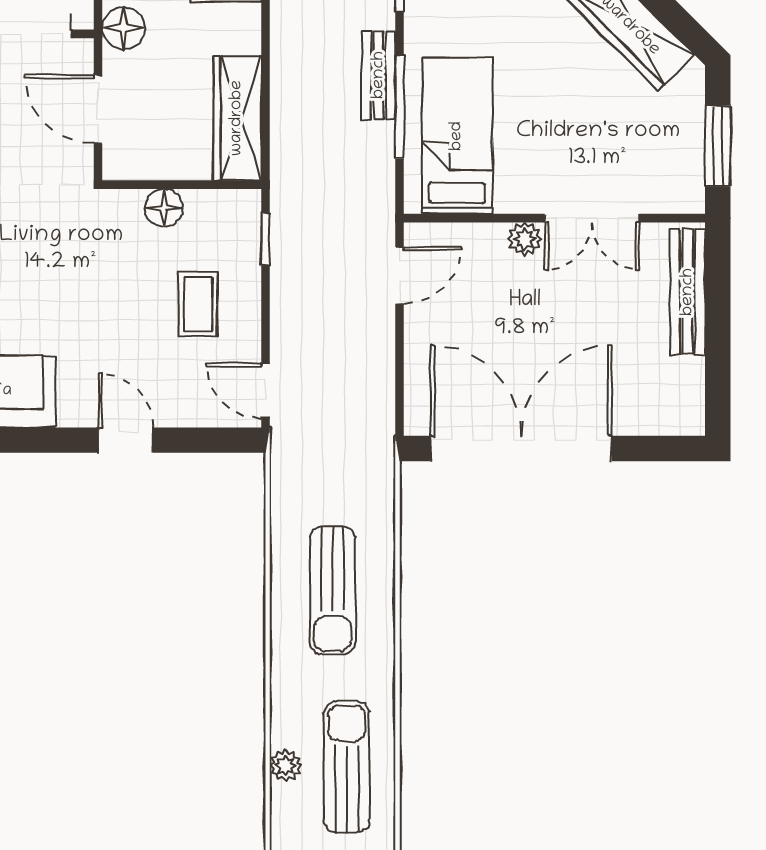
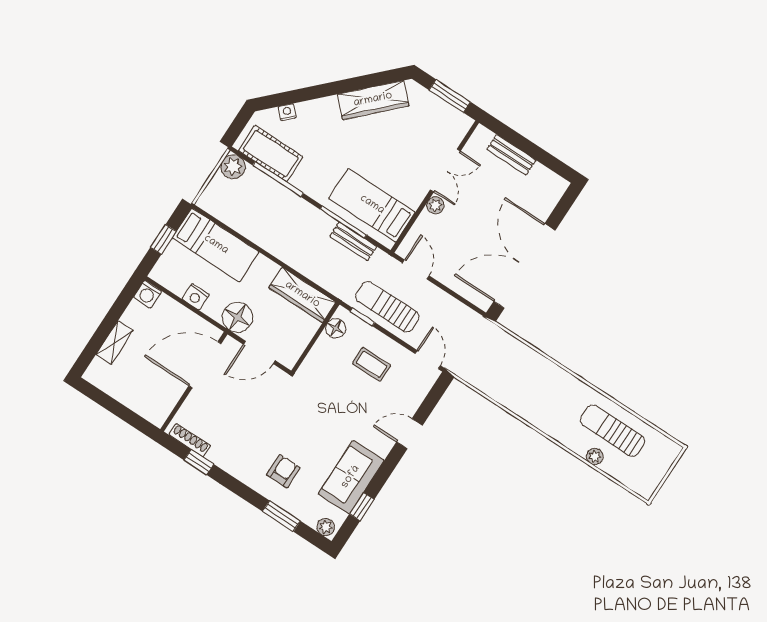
floor lamp: (124, 28) -> (237, 317), width x1.38, depth x1.38
bench: (379, 75) -> (353, 241), moved
floor lamp: (164, 208) -> (336, 328), moved
bench: (688, 292) -> (511, 155), width x0.73
door: (266, 391) -> (428, 360), swing flipped
sun lounger: (332, 590) -> (387, 307), moved, turned 180

